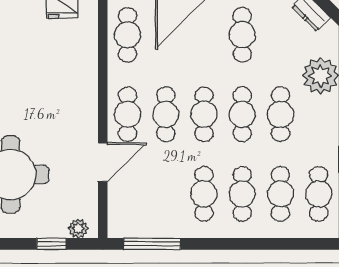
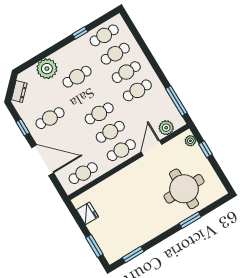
cafe table: (242, 114) -> (88, 95), removed
door: (103, 162) -> (151, 148), hinge flipped
plant: (120, 204) -> (166, 128), added

